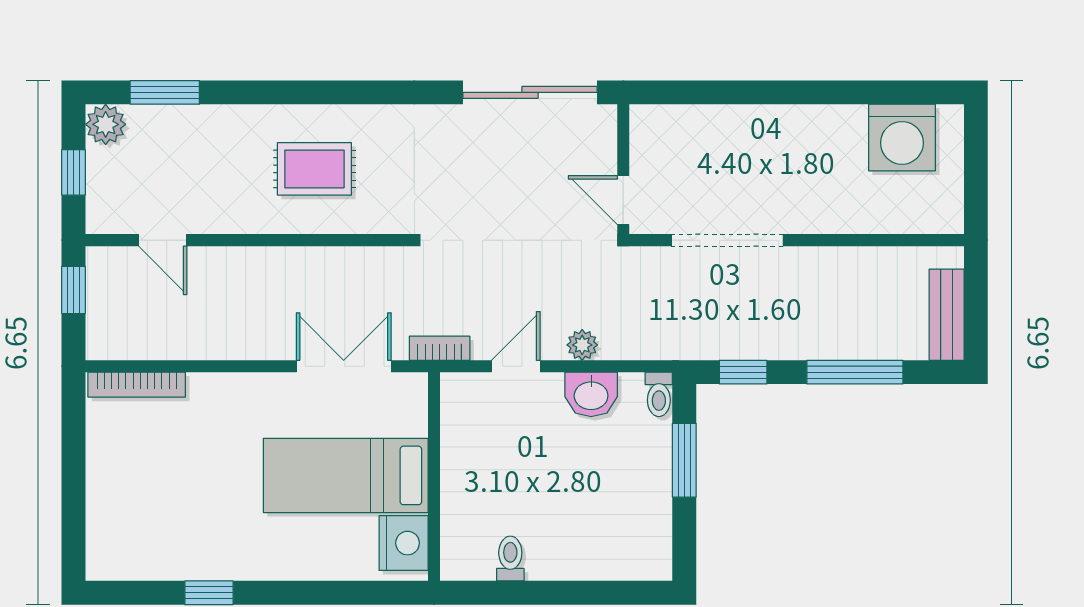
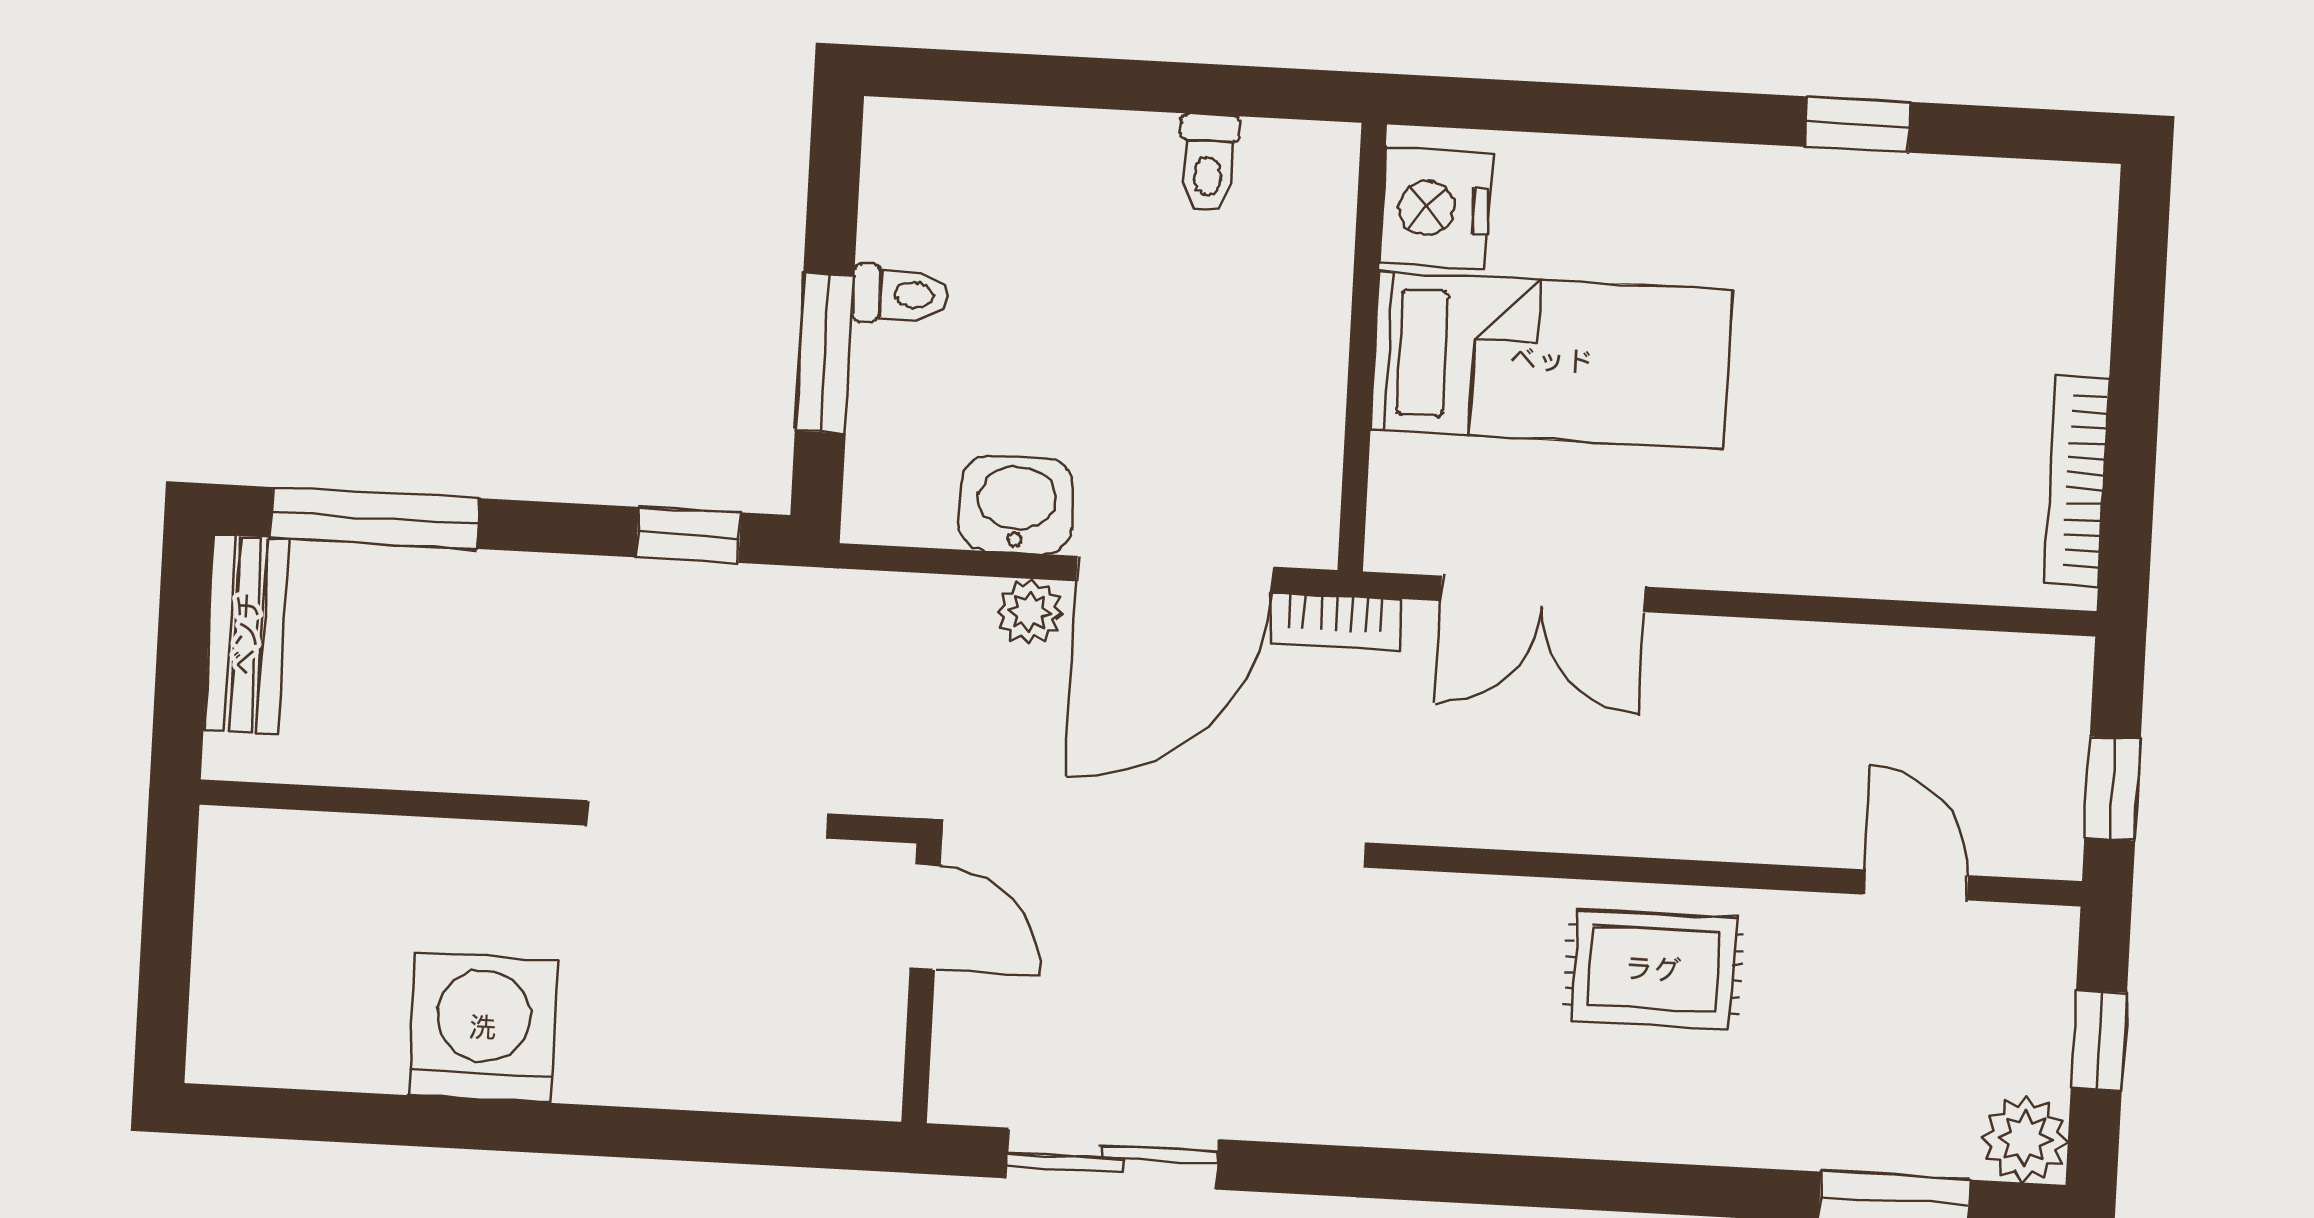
sliding door: (530, 92) -> (1112, 1159), width x0.73
washing machine: (902, 138) -> (483, 1027), moved
rug: (314, 169) -> (1653, 969), moved
door: (516, 366) -> (1175, 574), width x1.88
window: (855, 372) -> (375, 518), moved
bookcase: (137, 385) -> (2077, 481), moved, turned -90
toilet: (659, 394) -> (901, 295), moved, turned 90

